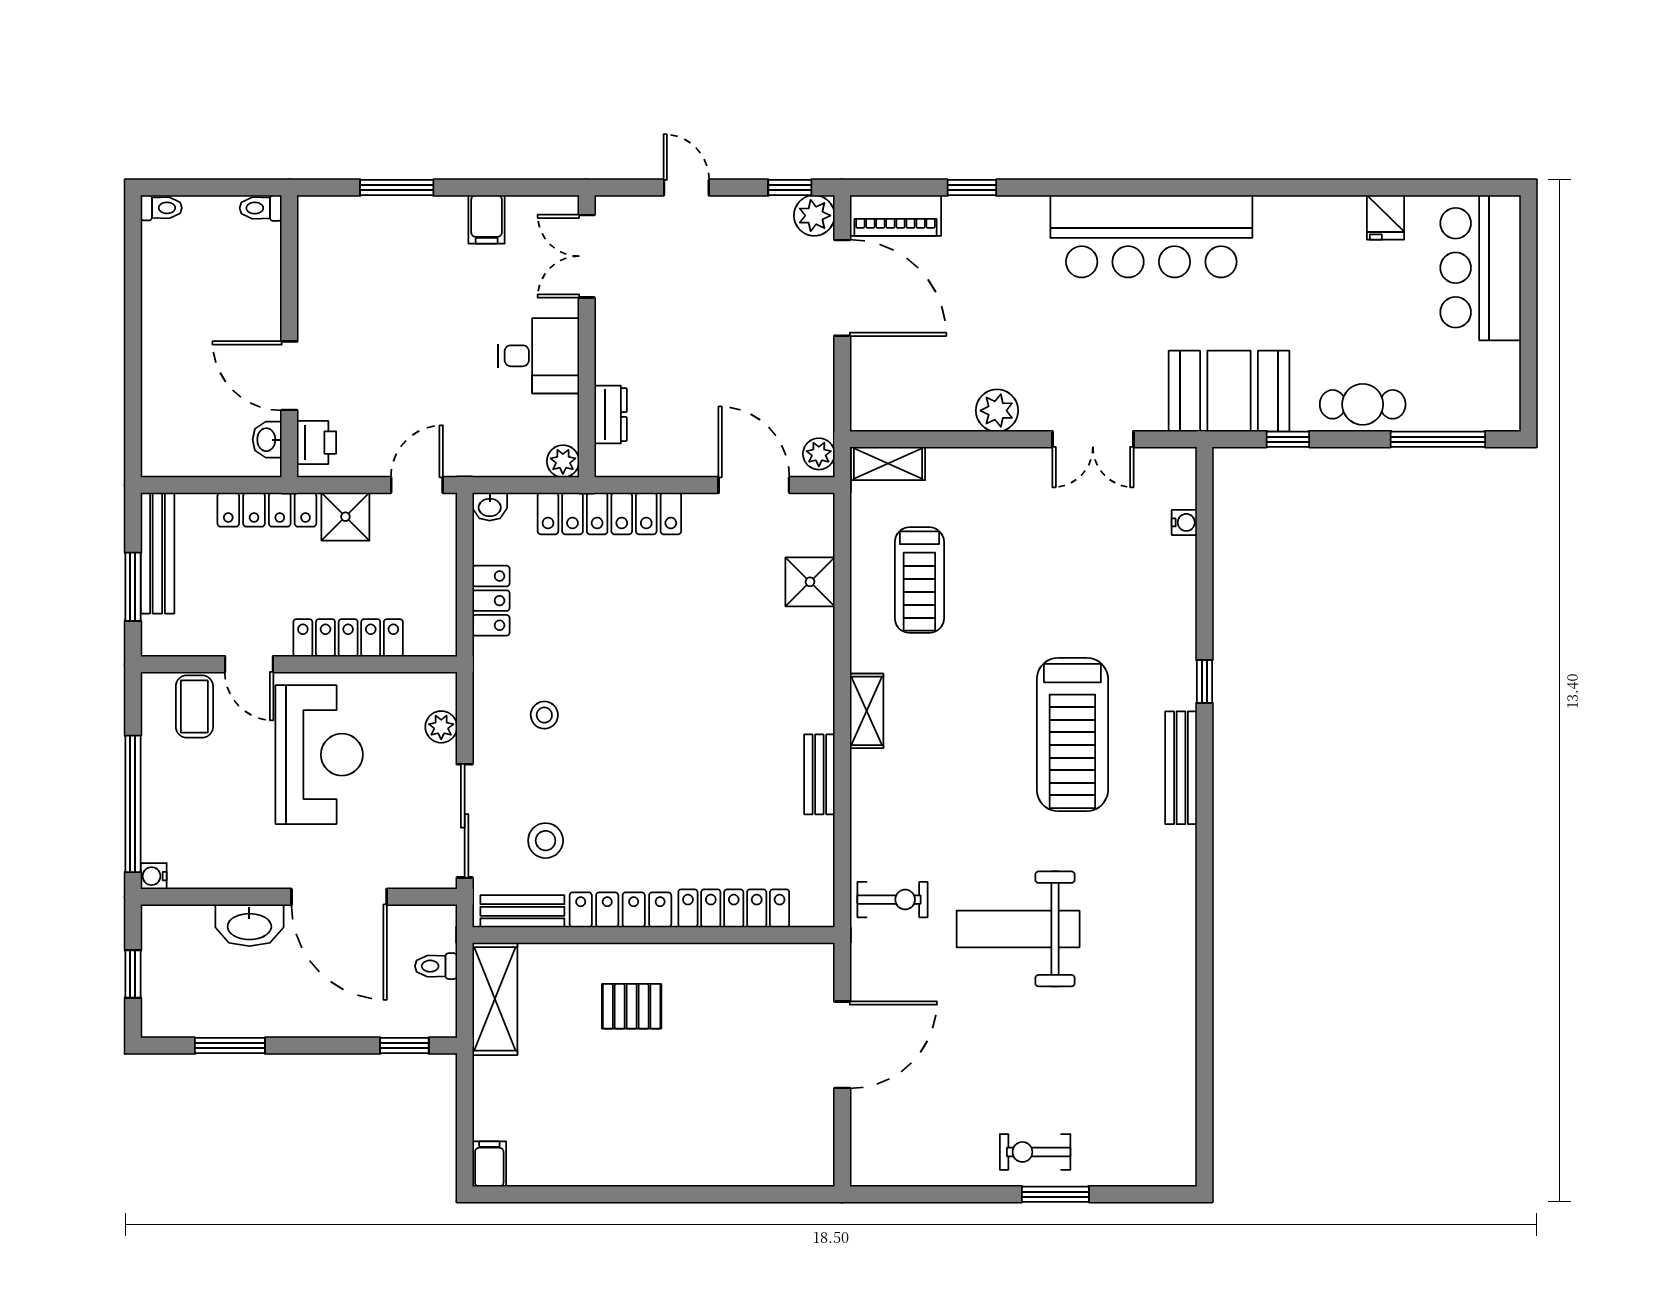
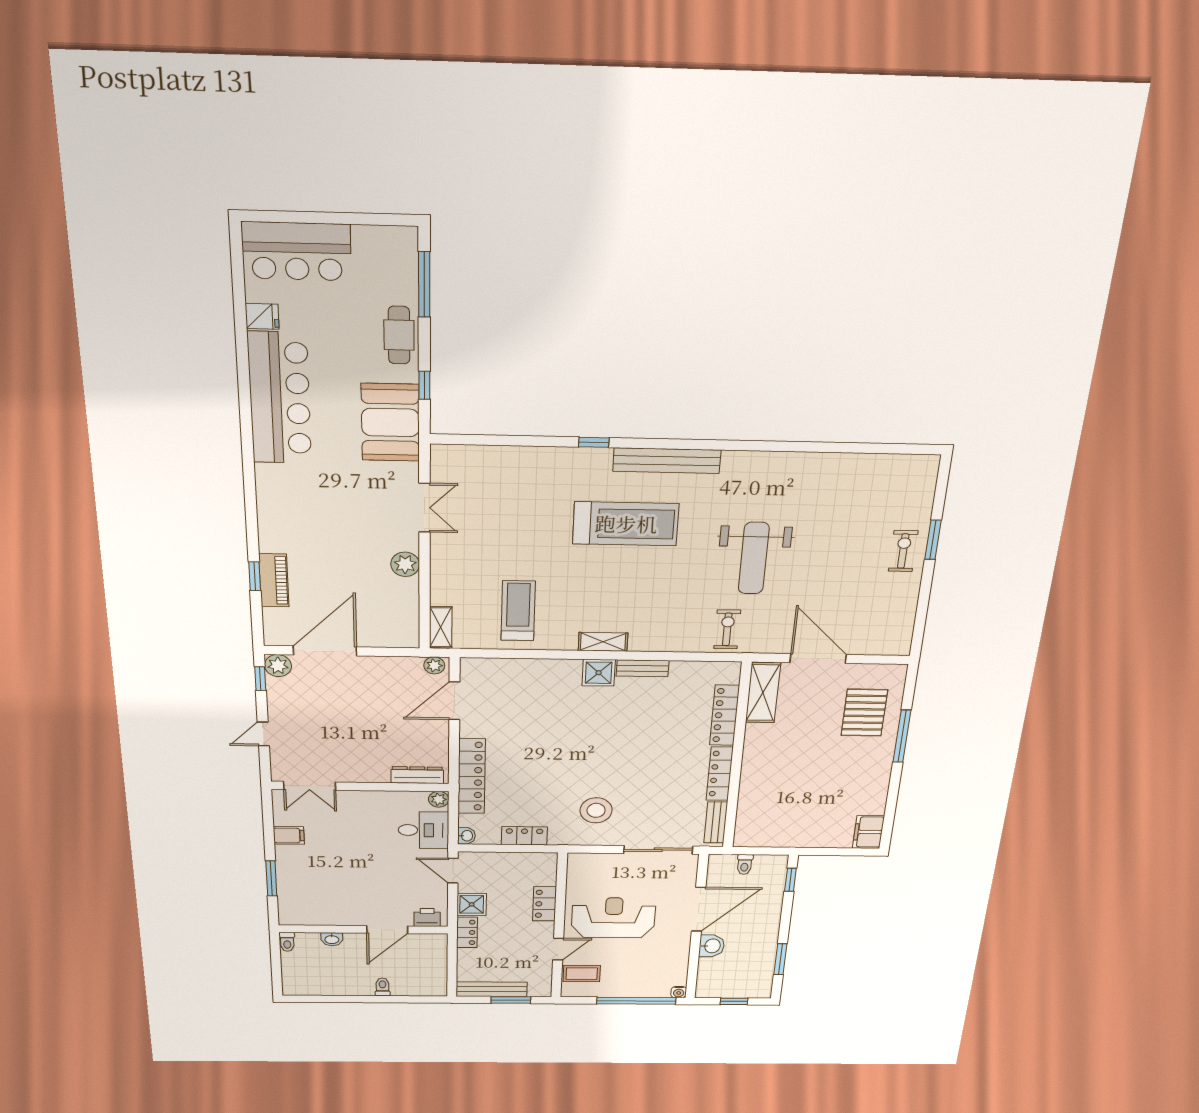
toilet: (161, 208) -> (383, 987), moved
piano: (895, 216) -> (274, 580), moved
bar counter: (1151, 236) -> (280, 398), moved
desk: (539, 356) -> (423, 830), moved, turned 90
dresser: (611, 415) -> (417, 775), width x1.44
washbasin: (267, 440) -> (332, 939), moved
locker: (267, 510) -> (467, 932), width x0.66
water cooler: (1184, 522) -> (483, 453), removed
treadmill: (919, 580) -> (518, 611), turned -90
shower: (810, 582) -> (599, 673), moved
locker: (348, 638) -> (544, 904), width x0.66
stool: (544, 715) -> (596, 810), width x1.89, depth x1.89
plant: (441, 727) -> (600, 861), removed
bench: (1181, 768) -> (667, 461), width x1.37, depth x1.21
stool: (546, 841) -> (673, 811), removed
washbasin: (249, 925) -> (712, 946), width x0.72
shelving: (495, 999) -> (763, 693), moved, turned 90
pallet: (632, 1006) -> (864, 713), moved, width x1.50, depth x1.42
exercise bike: (1035, 1152) -> (903, 551), turned 180
filing cabinet: (489, 1164) -> (868, 832), width x2.00
window: (698, 1194) -> (902, 736), added

